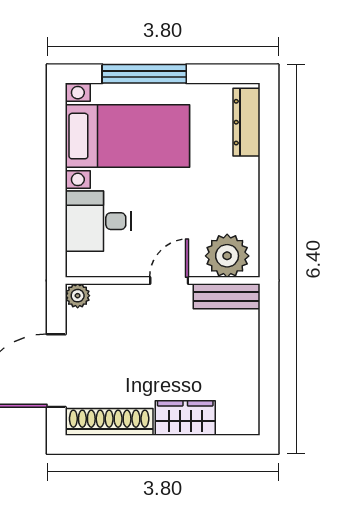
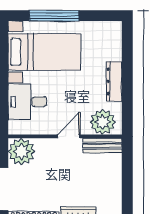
dresser: (247, 122) -> (114, 81), moved
plant: (78, 296) -> (22, 152), width x1.88, depth x1.88

